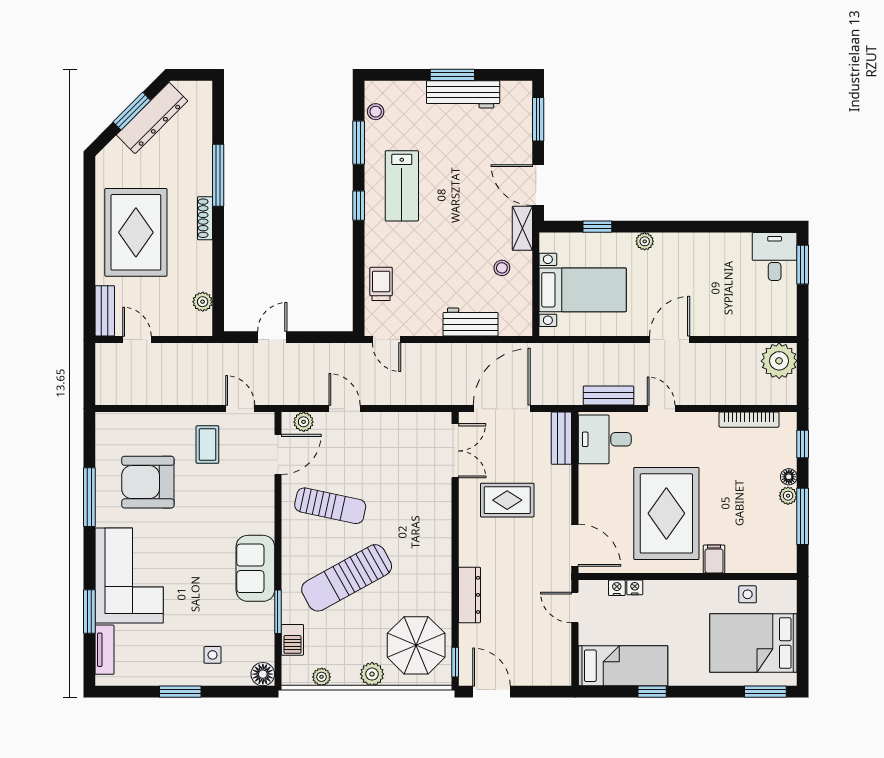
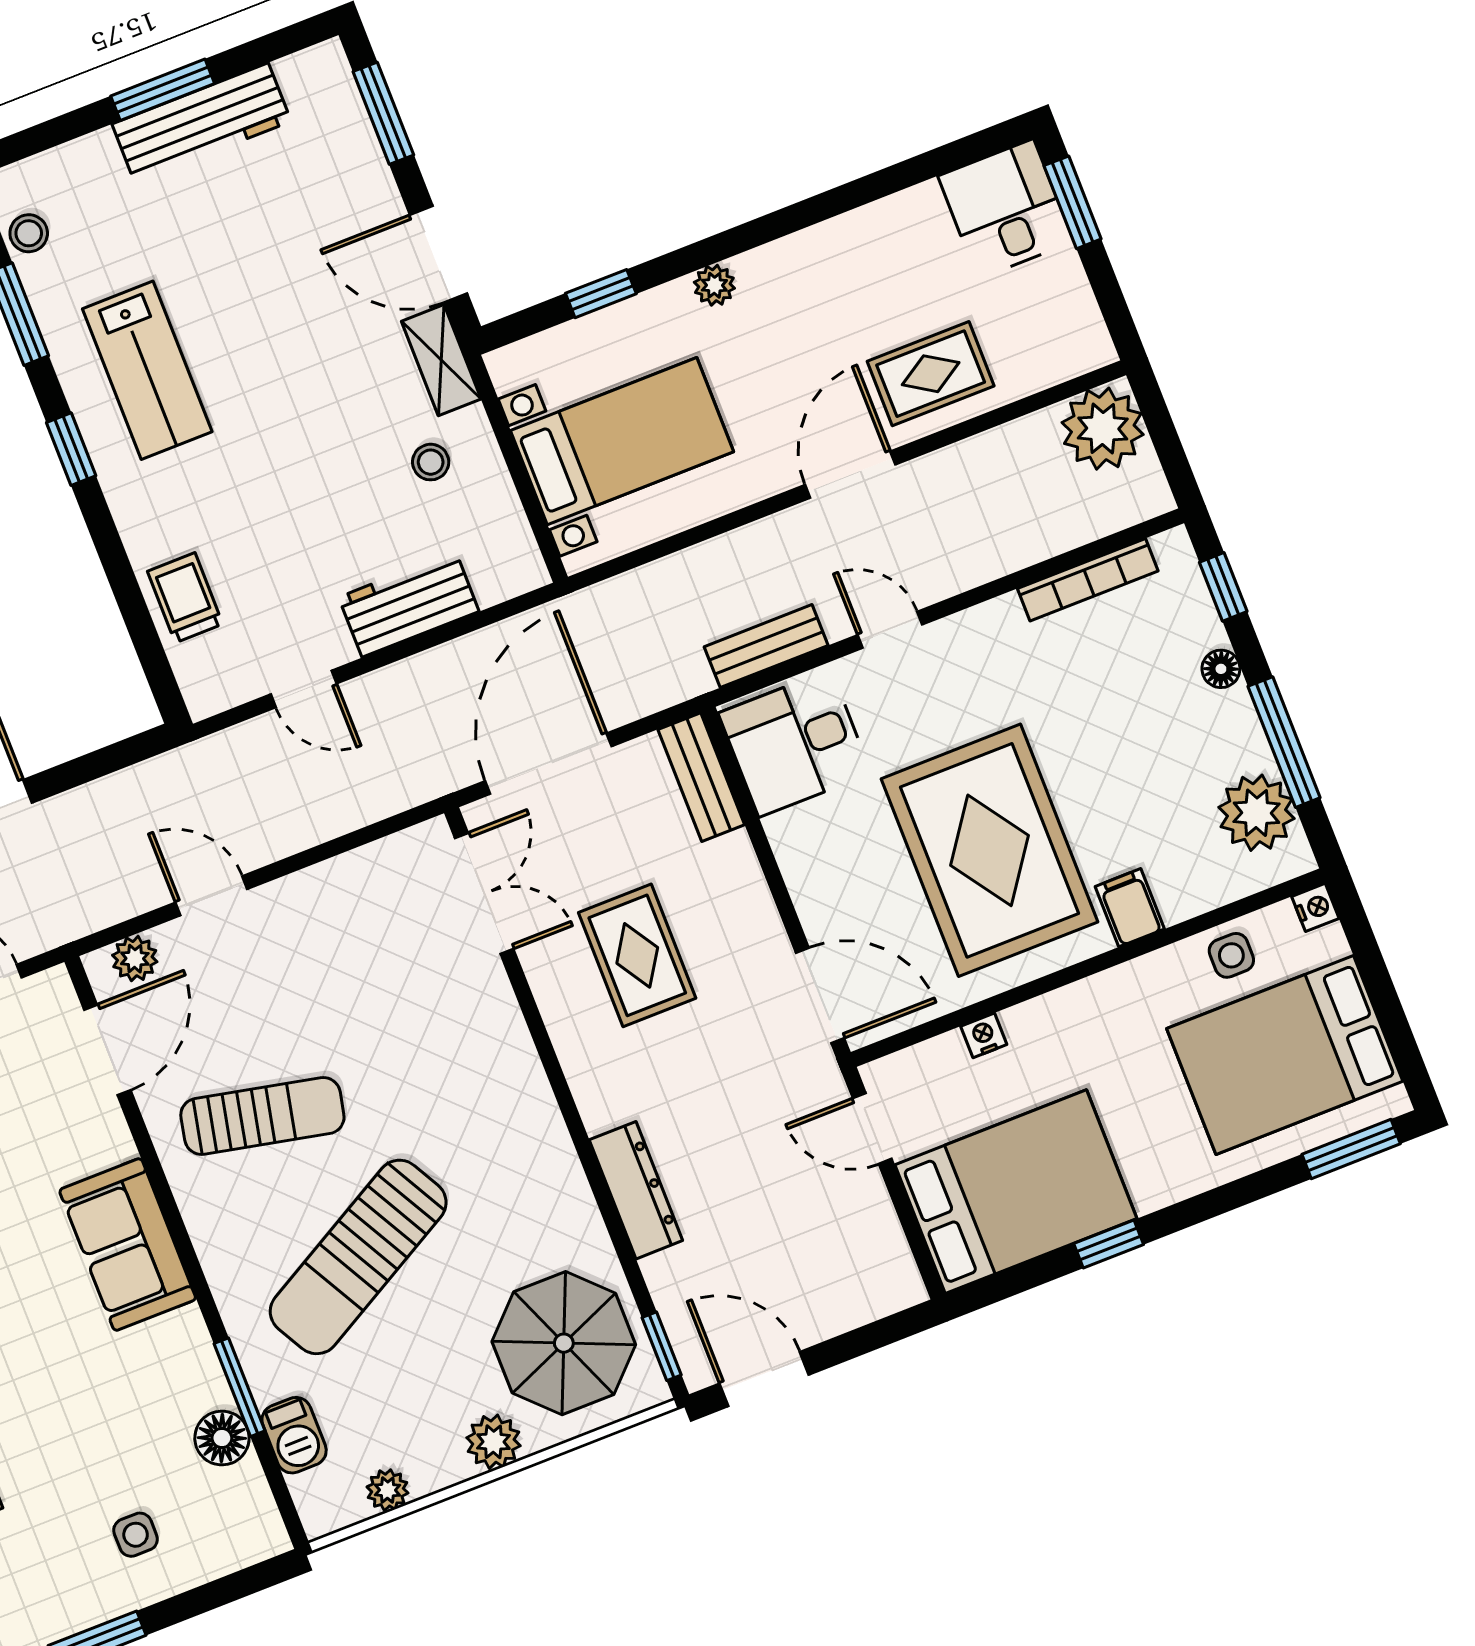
rug: (718, 311) -> (931, 374), added
door: (387, 339) -> (304, 689), moved
plant: (788, 496) -> (1256, 813), moved, width x1.87, depth x1.87
rug: (507, 500) -> (637, 955), turned 90
sofa: (255, 568) -> (128, 1245), moved
nightstand: (617, 588) -> (1315, 907), moved, turned 90
bed: (623, 666) -> (1016, 1192), width x1.50
floor lamp: (263, 674) -> (222, 1438), moved

